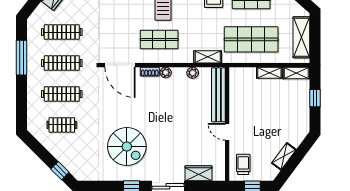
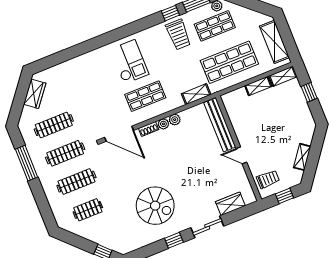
plant: (193, 73) -> (175, 120), moved
trolley: (243, 164) -> (268, 179), turned 90

